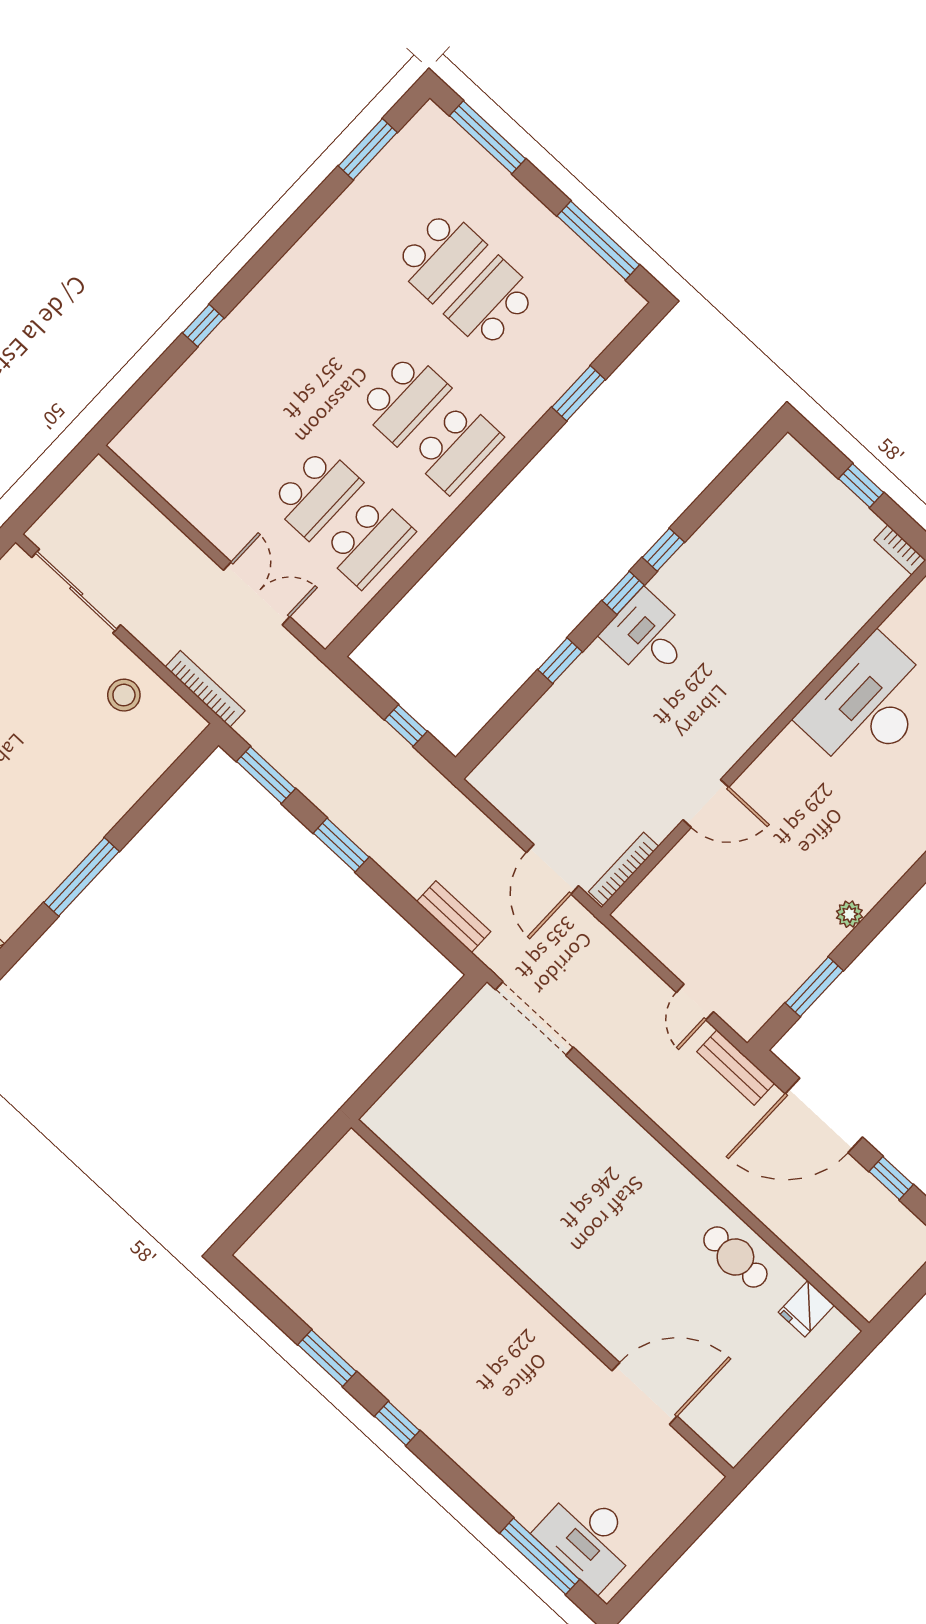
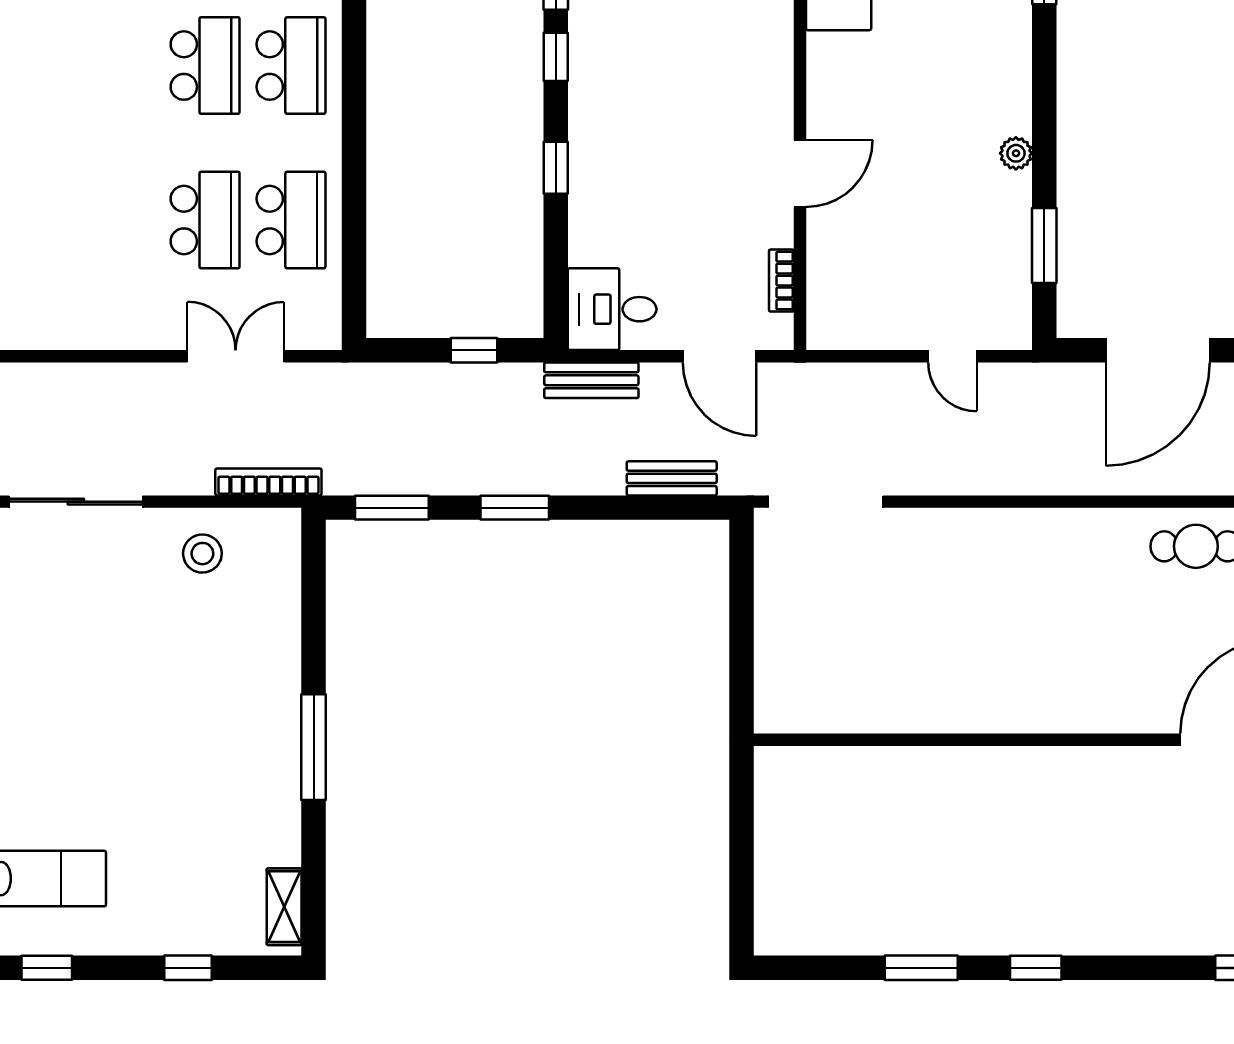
desk: (647, 636) -> (612, 309), moved
bookcase: (624, 869) -> (782, 281), width x0.64
bench: (736, 1067) -> (591, 380), moved

